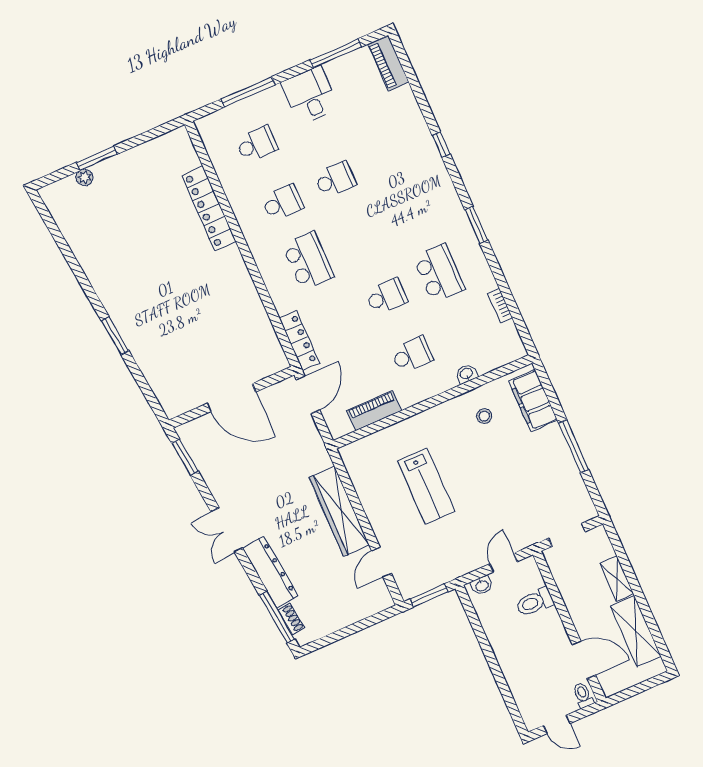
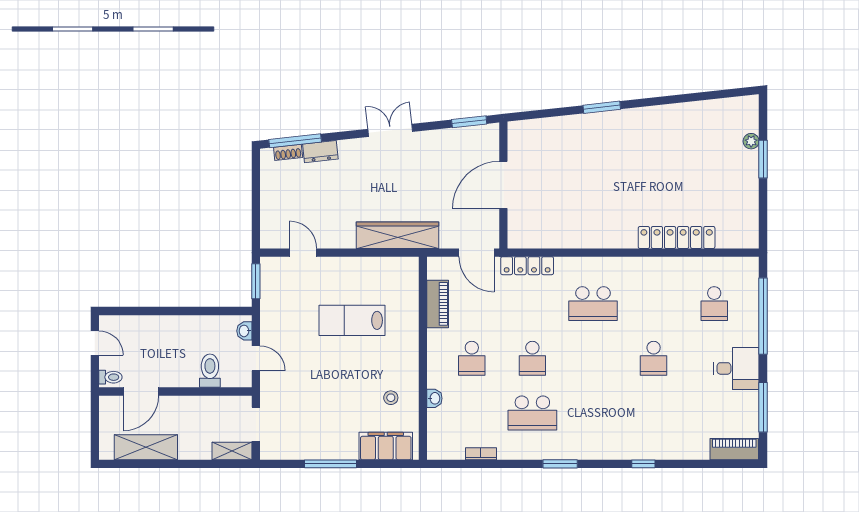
window: (248, 92) -> (763, 316), width x1.46
school desk: (282, 203) -> (654, 304), removed
wardrobe: (339, 511) -> (398, 235), moved
dresser: (270, 572) -> (320, 152), width x0.51, depth x0.80
shelving: (617, 579) -> (232, 451), moved
door: (557, 724) -> (95, 343), swing flipped

